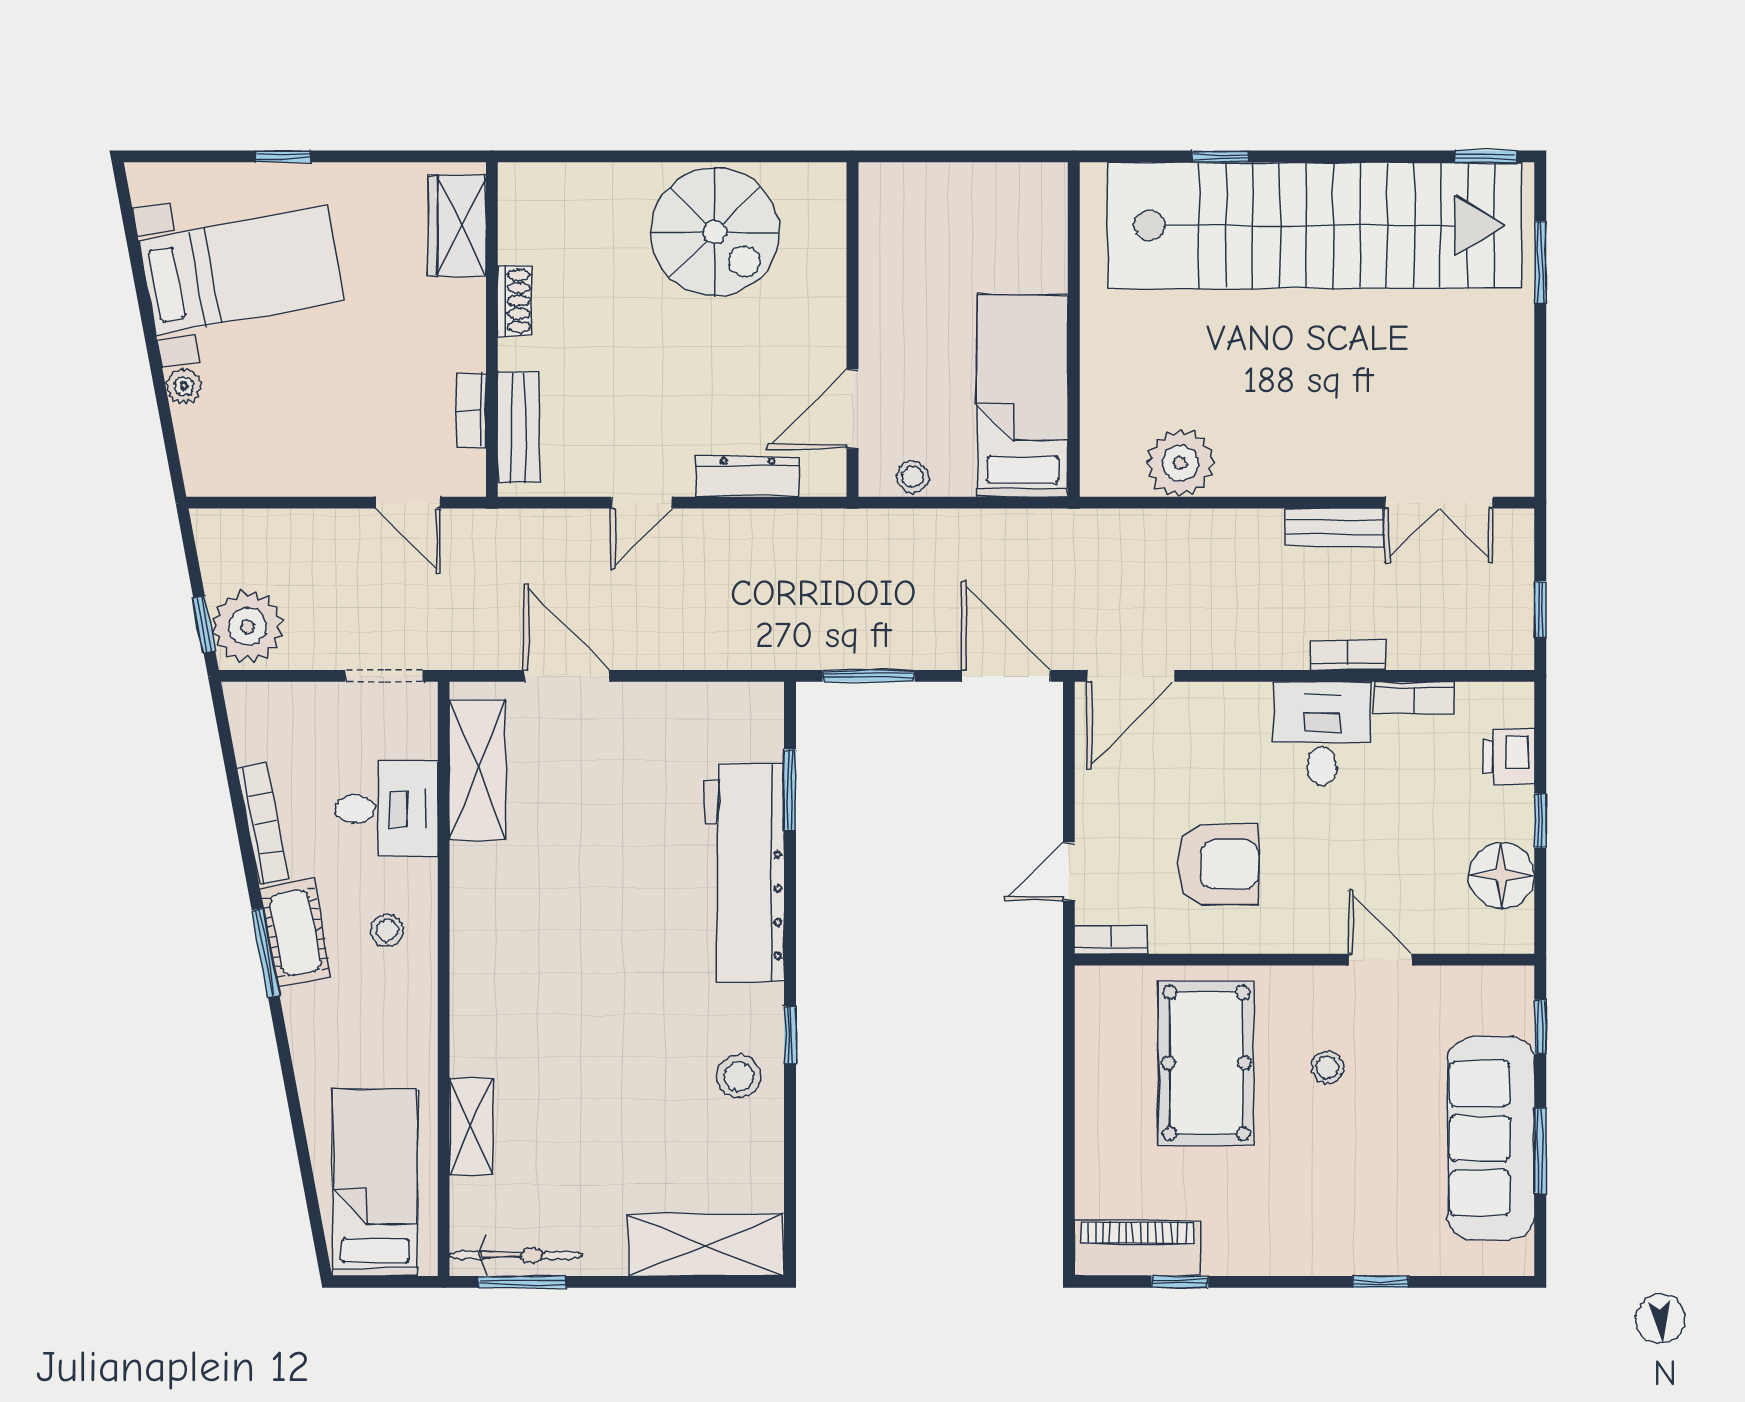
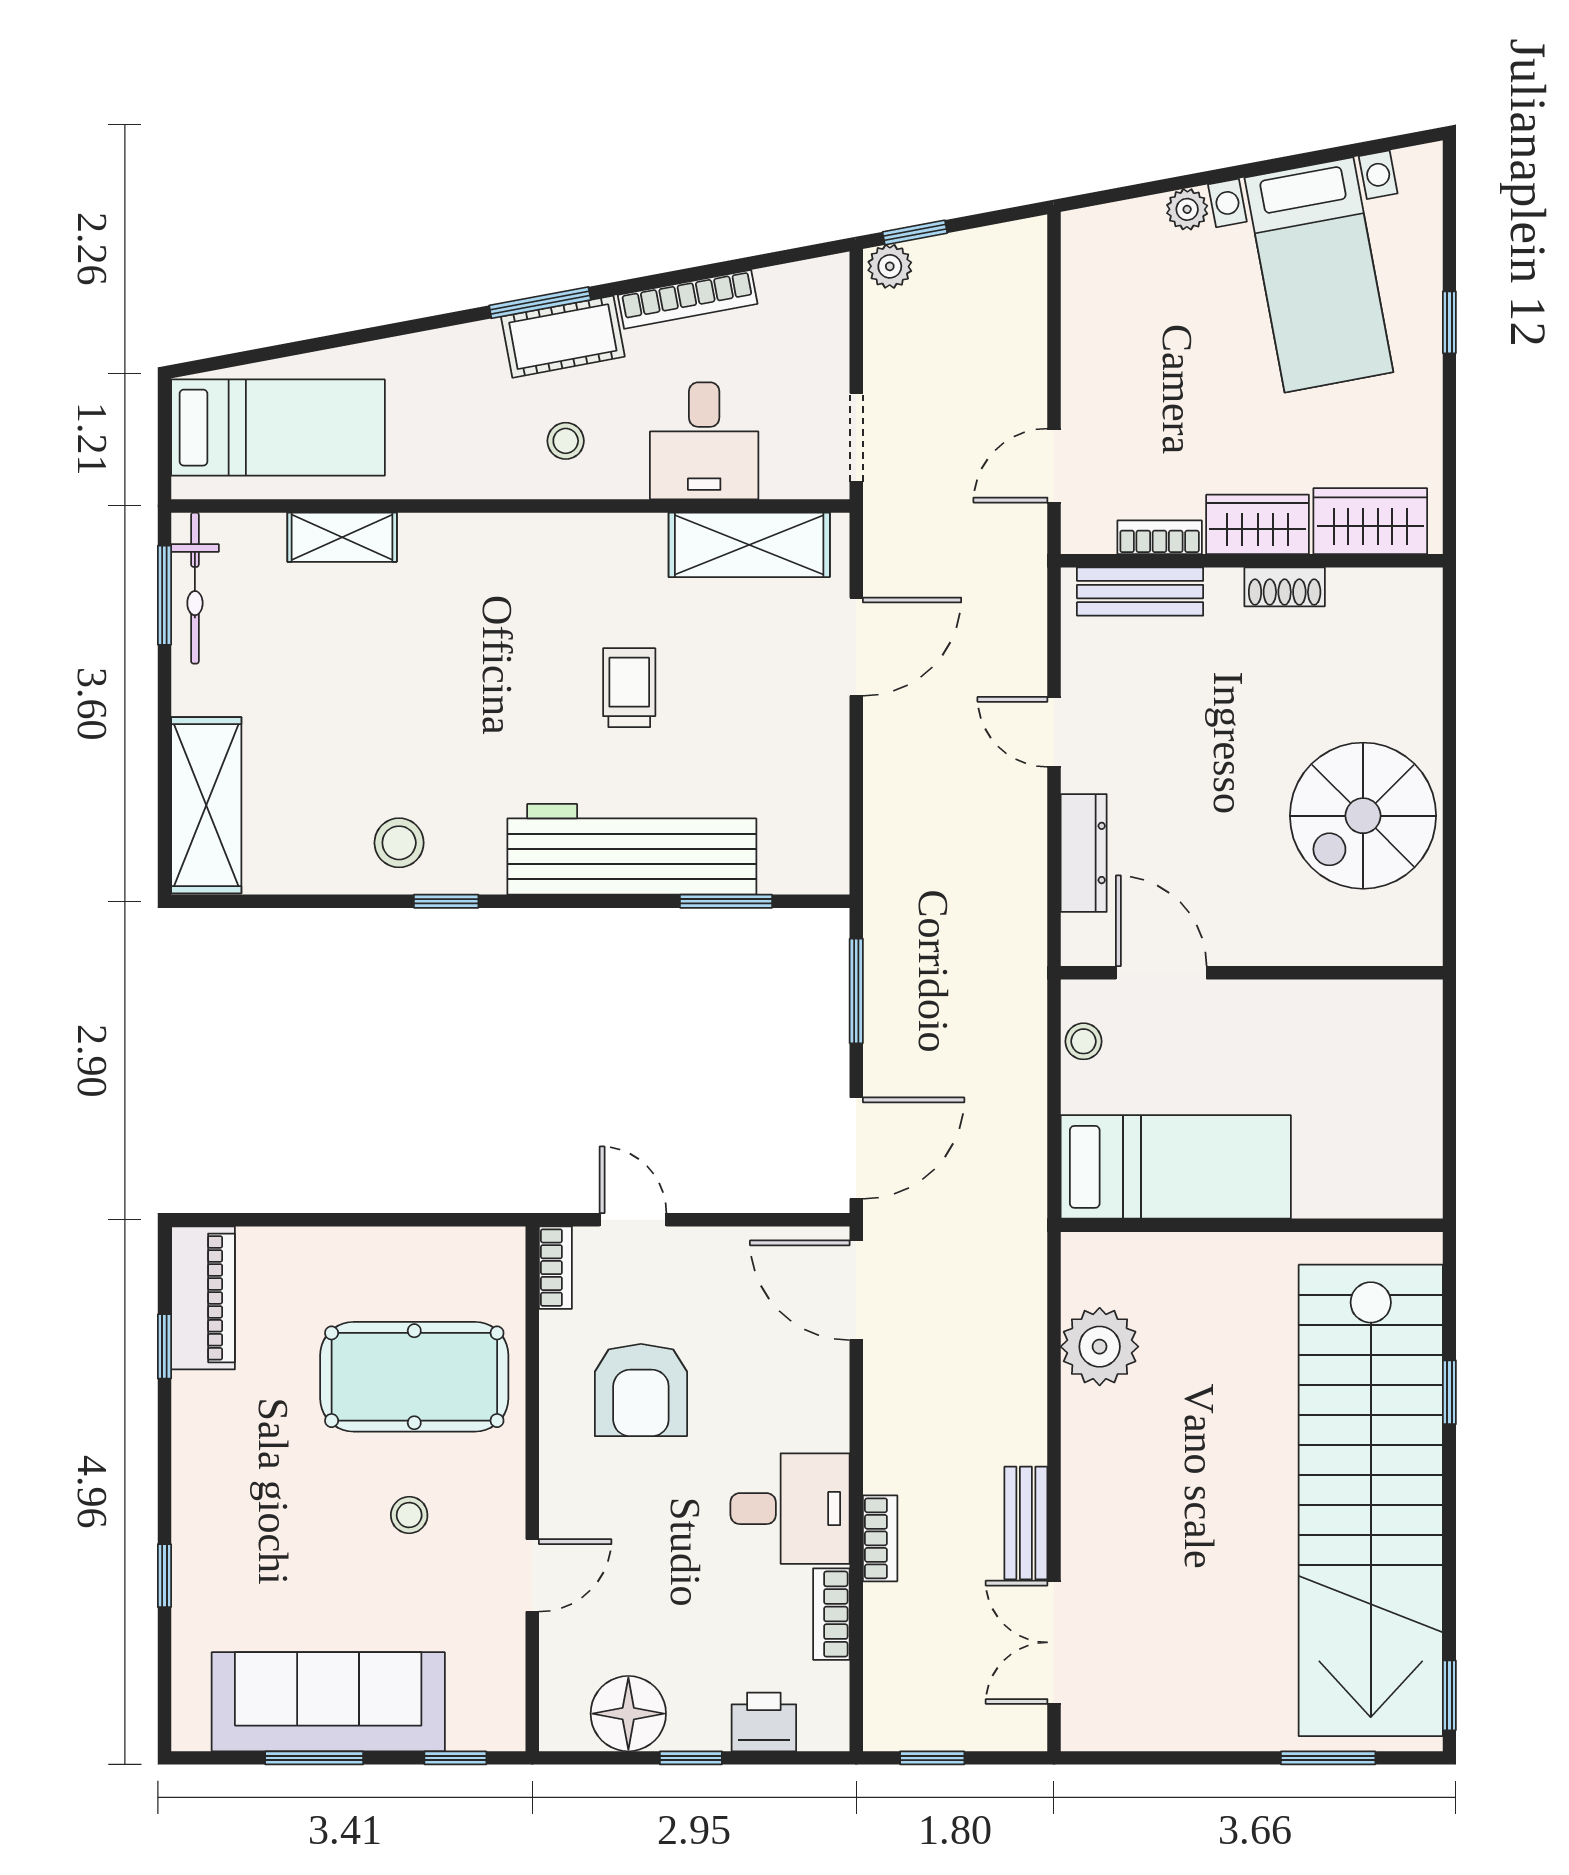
wardrobe: (460, 324) -> (1258, 524), added
plant: (247, 627) -> (890, 266), width x0.53, depth x0.53
trolley: (603, 875) -> (629, 688), added

